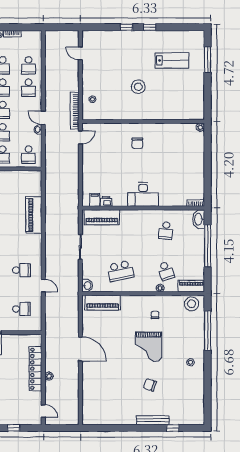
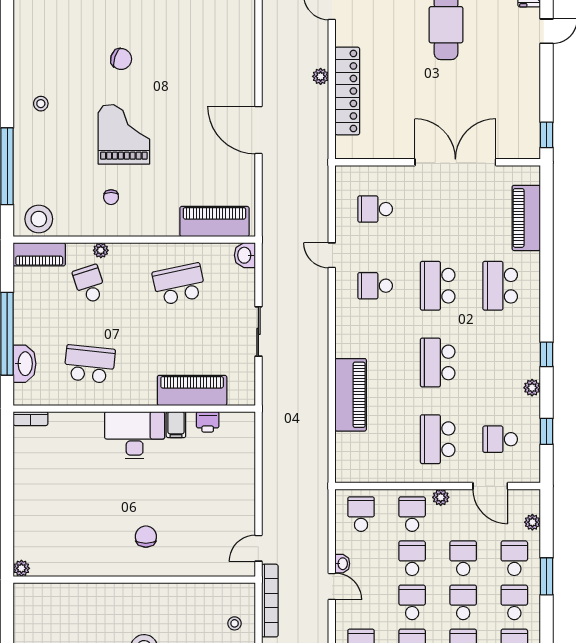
filing cabinet: (95, 200) -> (176, 425), moved
piano: (102, 217) -> (192, 390), moved
washbasin: (199, 219) -> (25, 364), moved
school desk: (166, 230) -> (90, 364), width x1.85

